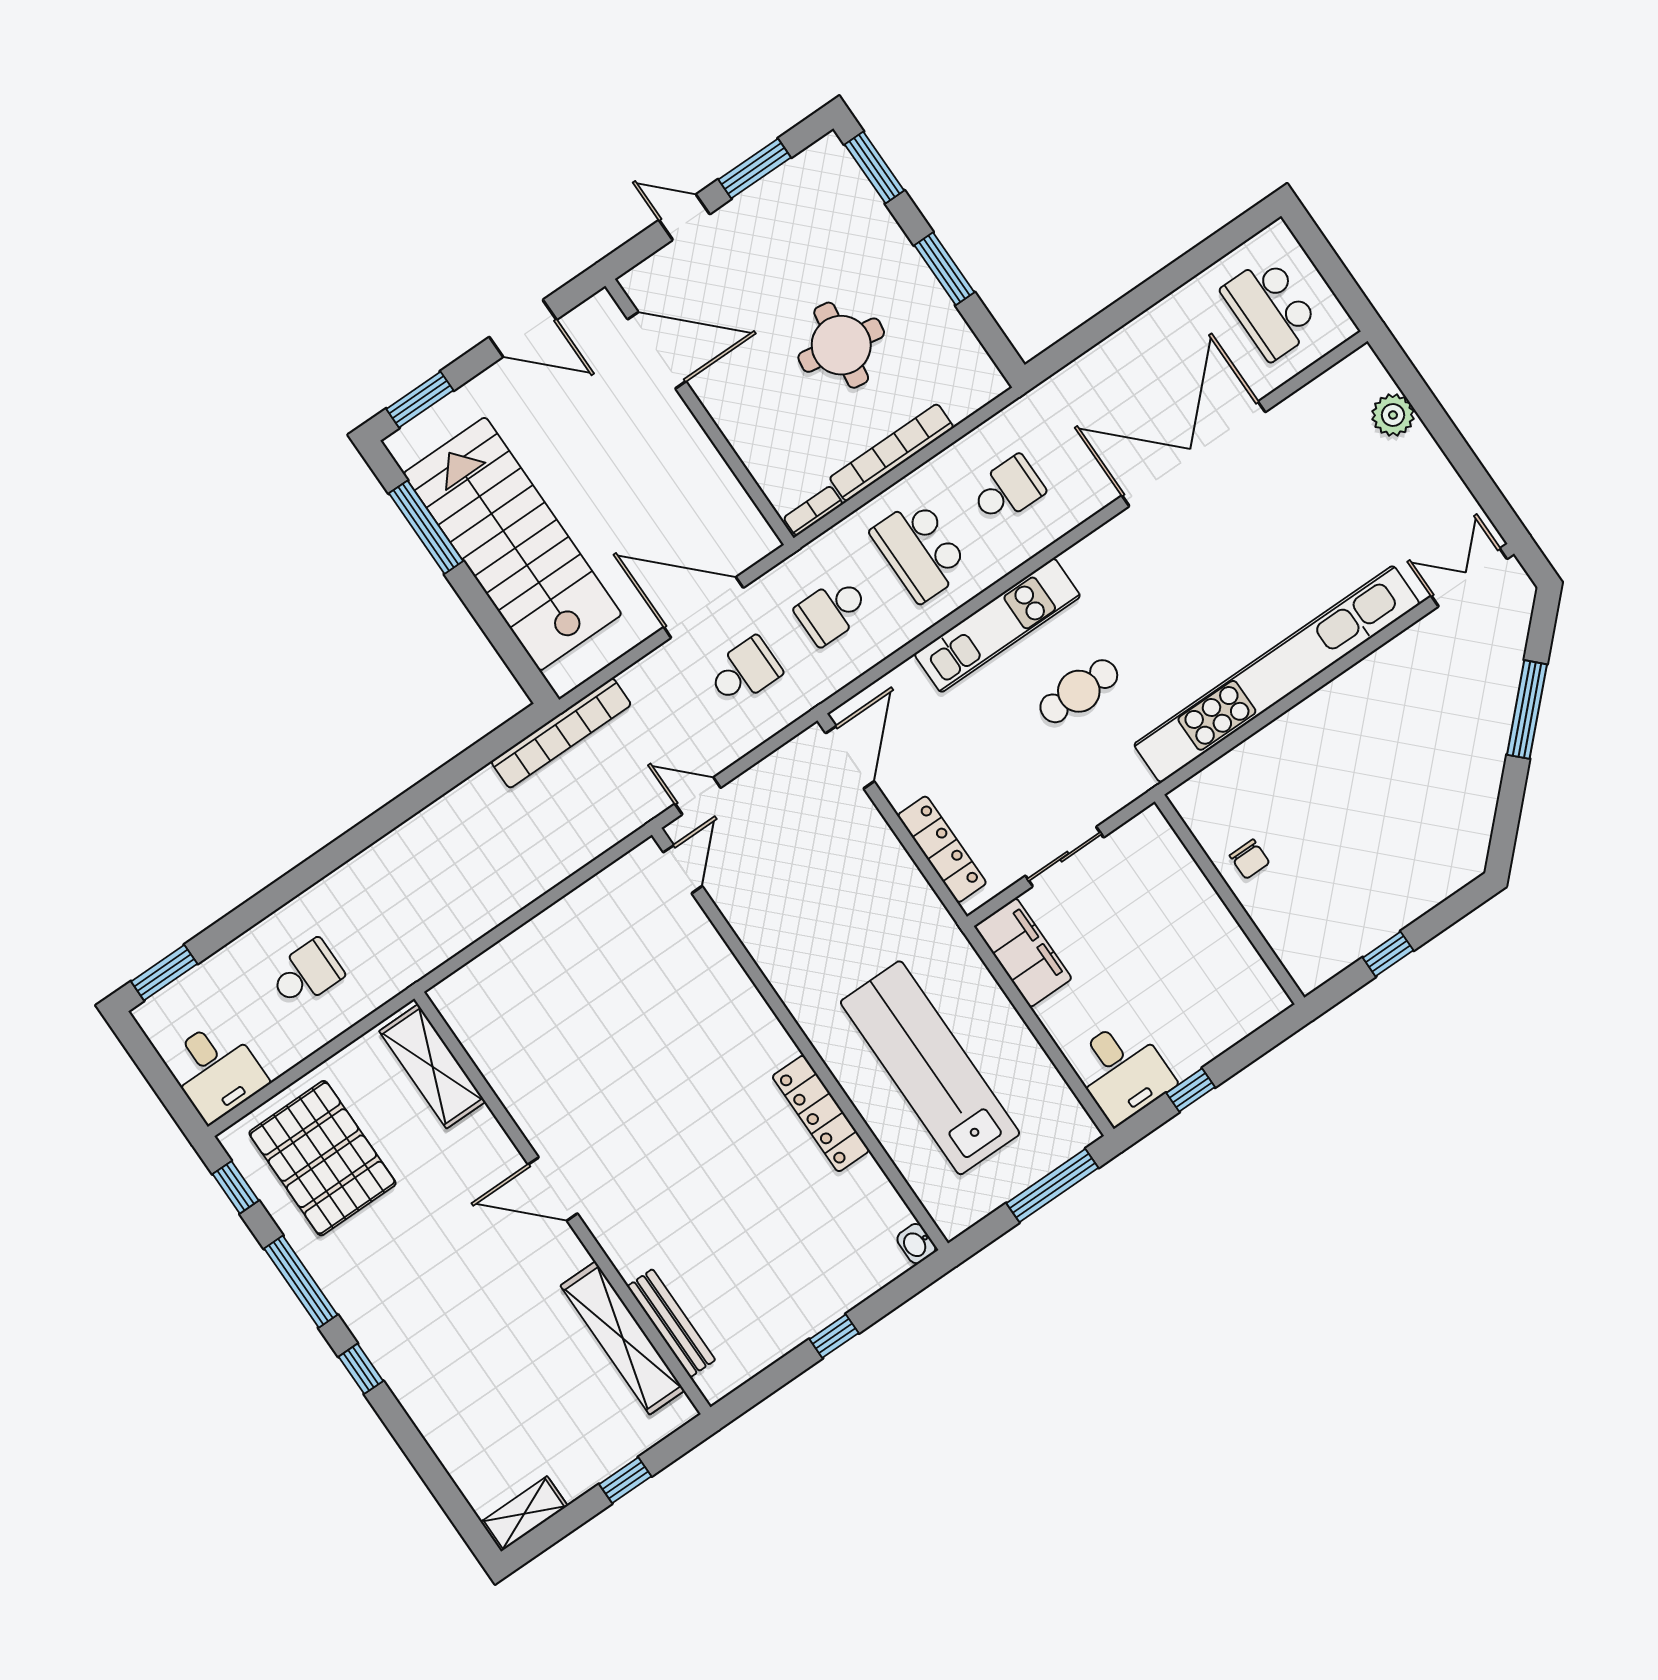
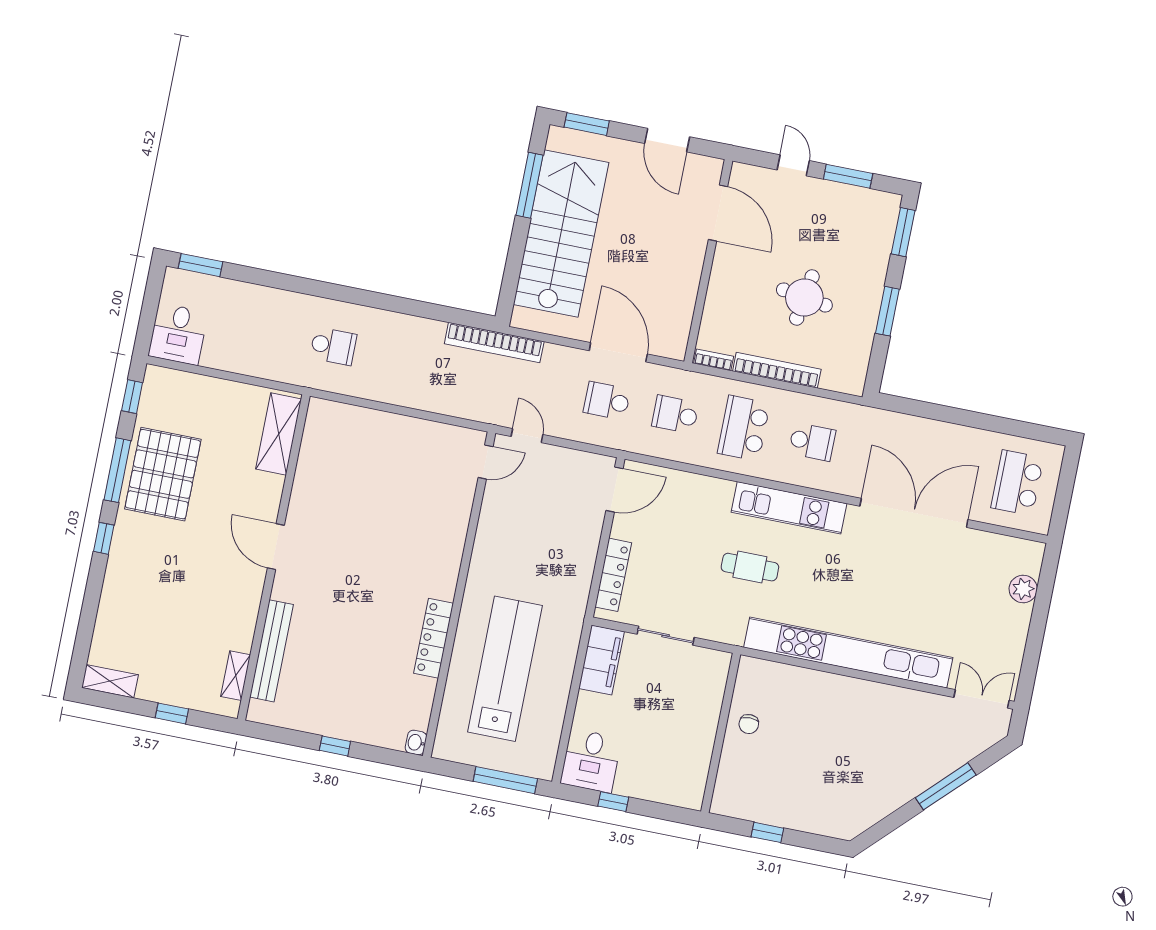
kitchen unit: (997, 625) -> (789, 508), moved
school desk: (745, 671) -> (607, 401), turned 180
school desk: (306, 974) -> (333, 346), moved
pallet: (322, 1158) -> (163, 474), moved
bench: (671, 1323) -> (271, 651), width x1.37, depth x1.21
shelving: (623, 1338) -> (236, 676), width x0.45, depth x0.75

